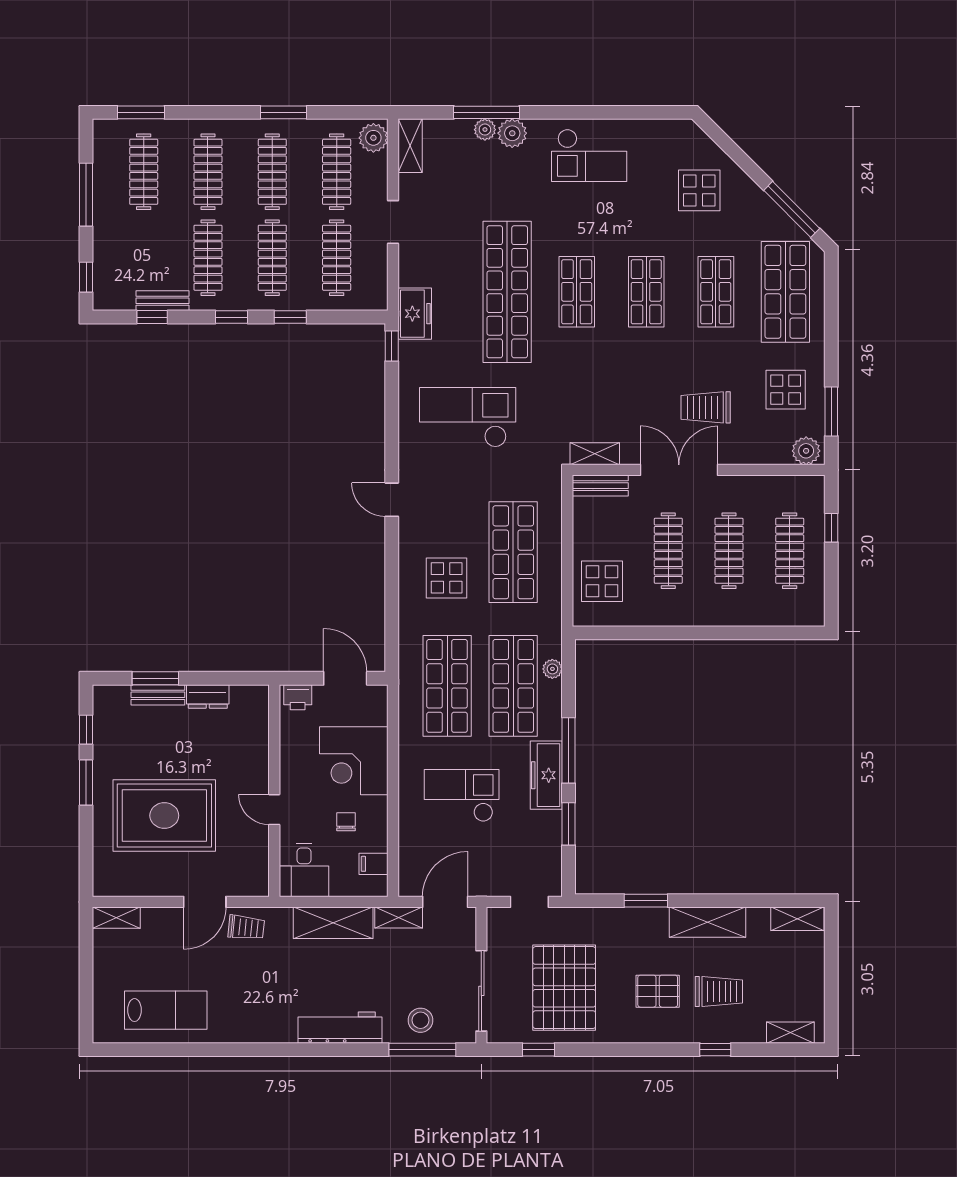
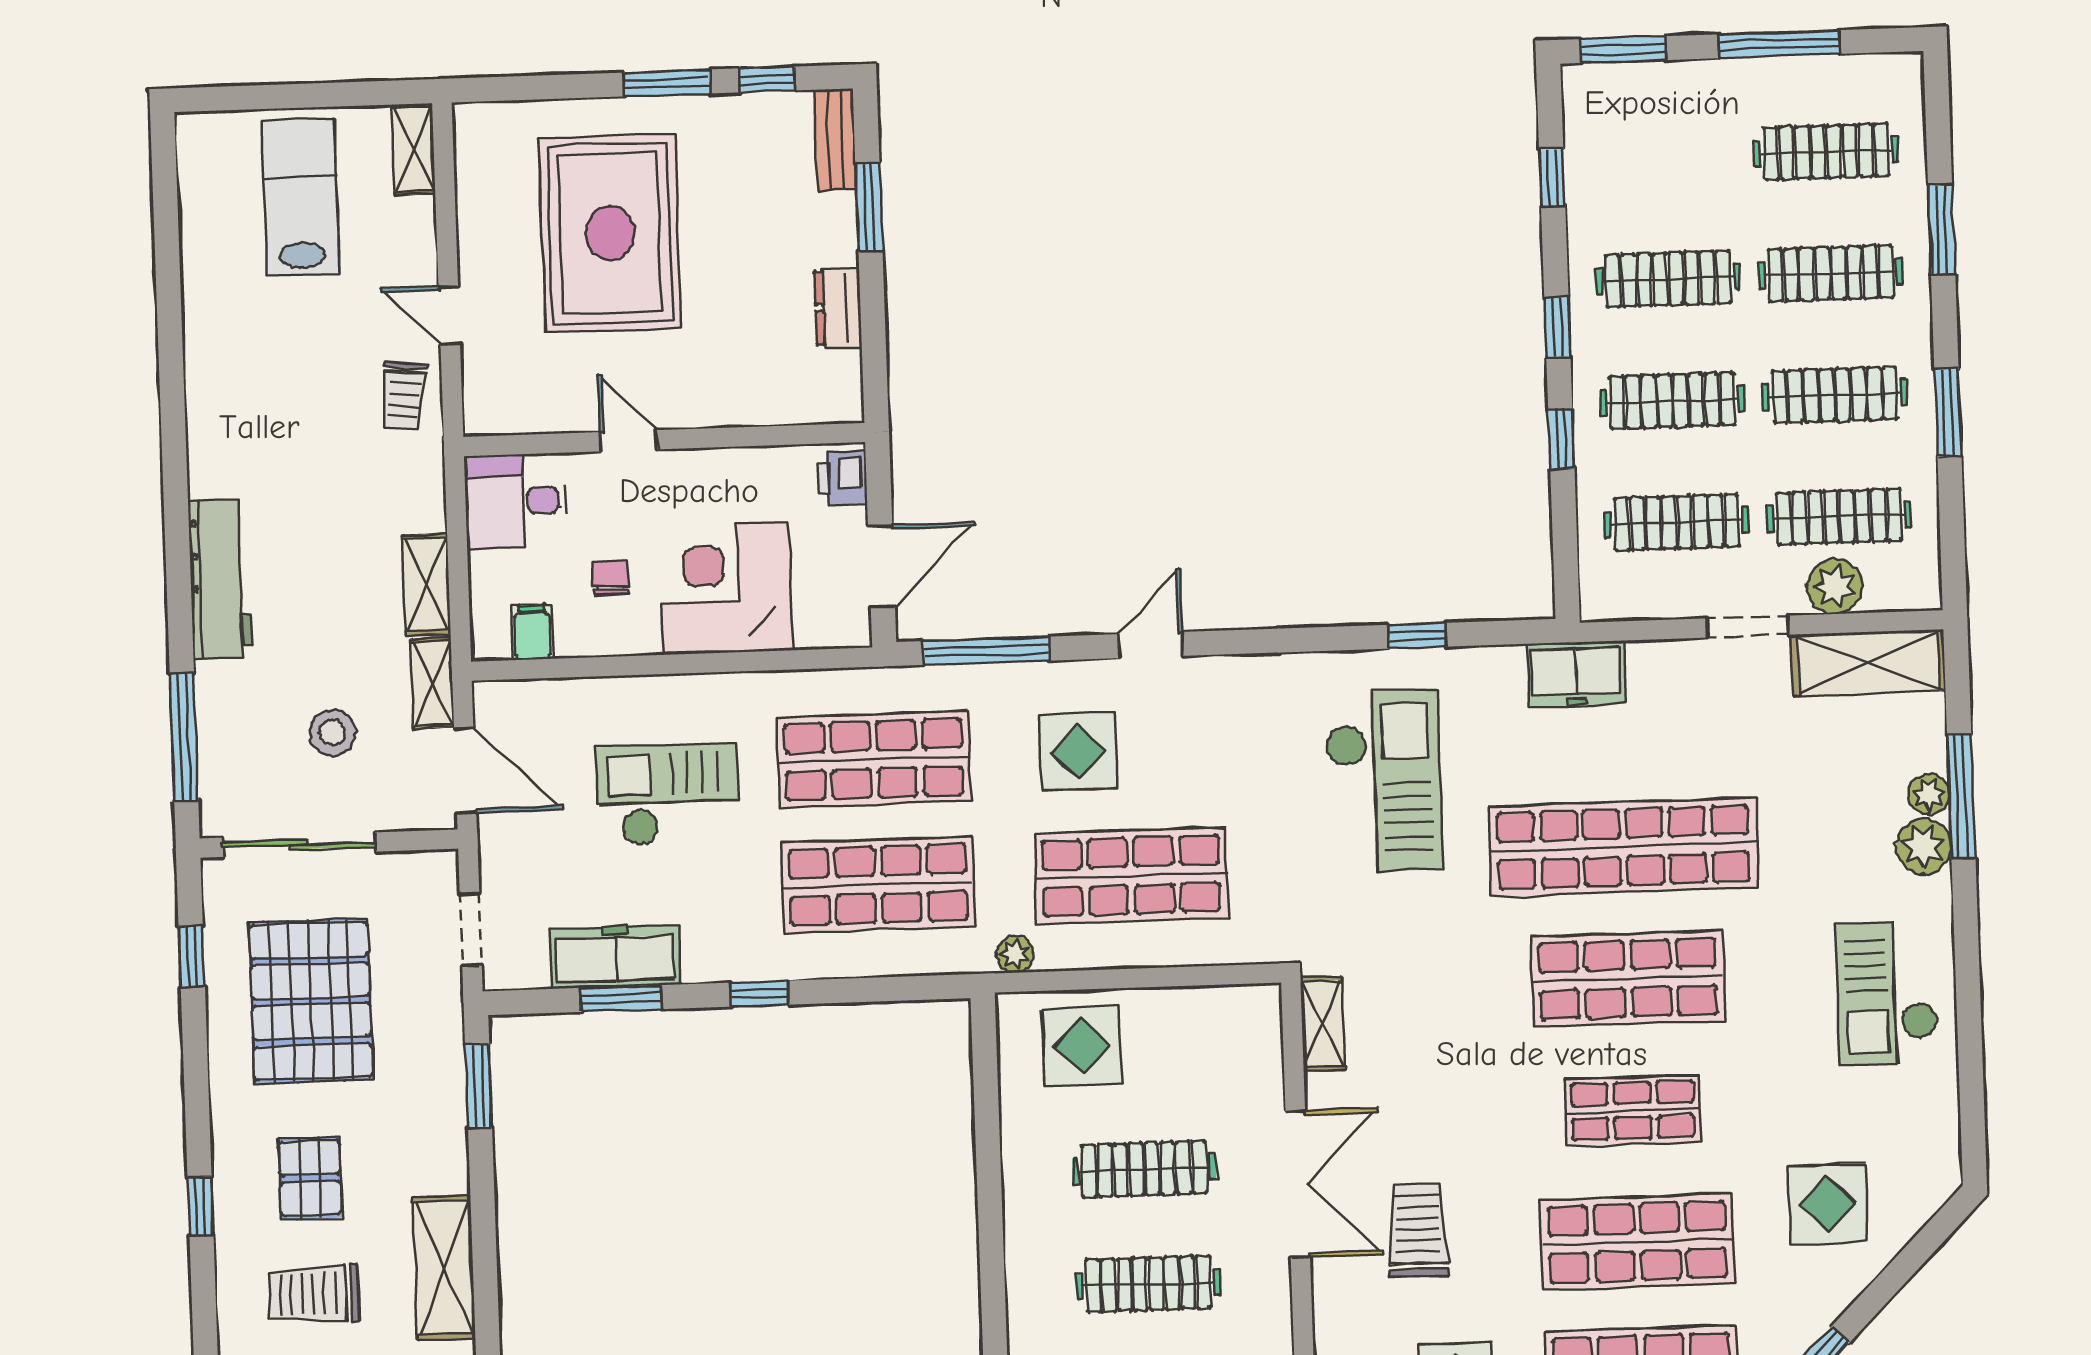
window: (141, 112) -> (1942, 229), moved
plant: (373, 138) -> (1834, 586), moved
shelving: (410, 146) -> (1868, 662), width x1.50, depth x1.33
window: (86, 277) -> (1623, 50), width x1.50
shop shelf: (577, 292) -> (1628, 979), width x1.43, depth x1.36
shop shelf: (716, 292) -> (1637, 1242), width x1.43, depth x1.36
bench: (163, 301) -> (1584, 196), removed
window: (392, 346) -> (1417, 636), moved
bench: (600, 486) -> (1263, 1036), removed
door: (392, 500) -> (1151, 645), moved
window: (392, 625) -> (986, 651), added
plant: (552, 669) -> (1015, 954), moved
bench: (158, 695) -> (835, 140), moved
window: (569, 750) -> (760, 994), width x0.46
freezer: (546, 775) -> (615, 957), moved
checkout: (462, 795) -> (668, 794), turned -90
door: (274, 810) -> (628, 441), hinge flipped
chair: (346, 822) -> (610, 578), turned -90
window: (646, 901) -> (479, 1086), moved
door: (205, 902) -> (449, 315), width x0.73
shelving: (333, 923) -> (427, 585), width x0.67, depth x0.75
pallet: (564, 988) -> (311, 1001), turned 90
trolley: (719, 991) -> (314, 1294), turned 90
lab bench: (166, 1010) -> (301, 196), moved, turned 180
stool: (421, 1020) -> (333, 733), moved
window: (715, 1050) -> (200, 1206), moved

